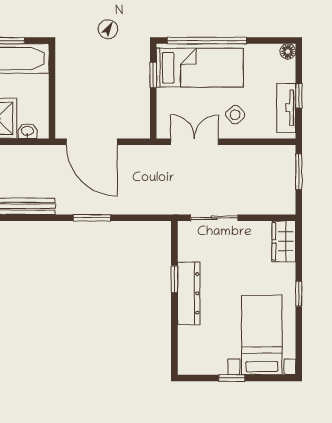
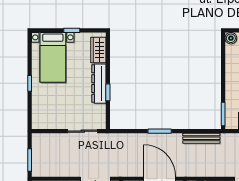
wardrobe: (284, 241) -> (98, 50), moved, turned 180

